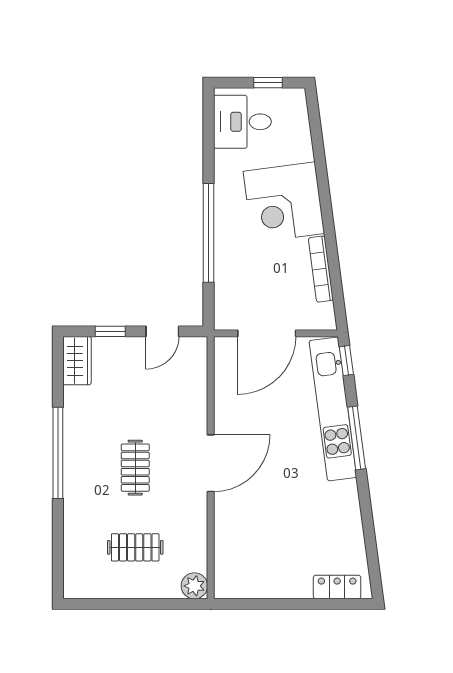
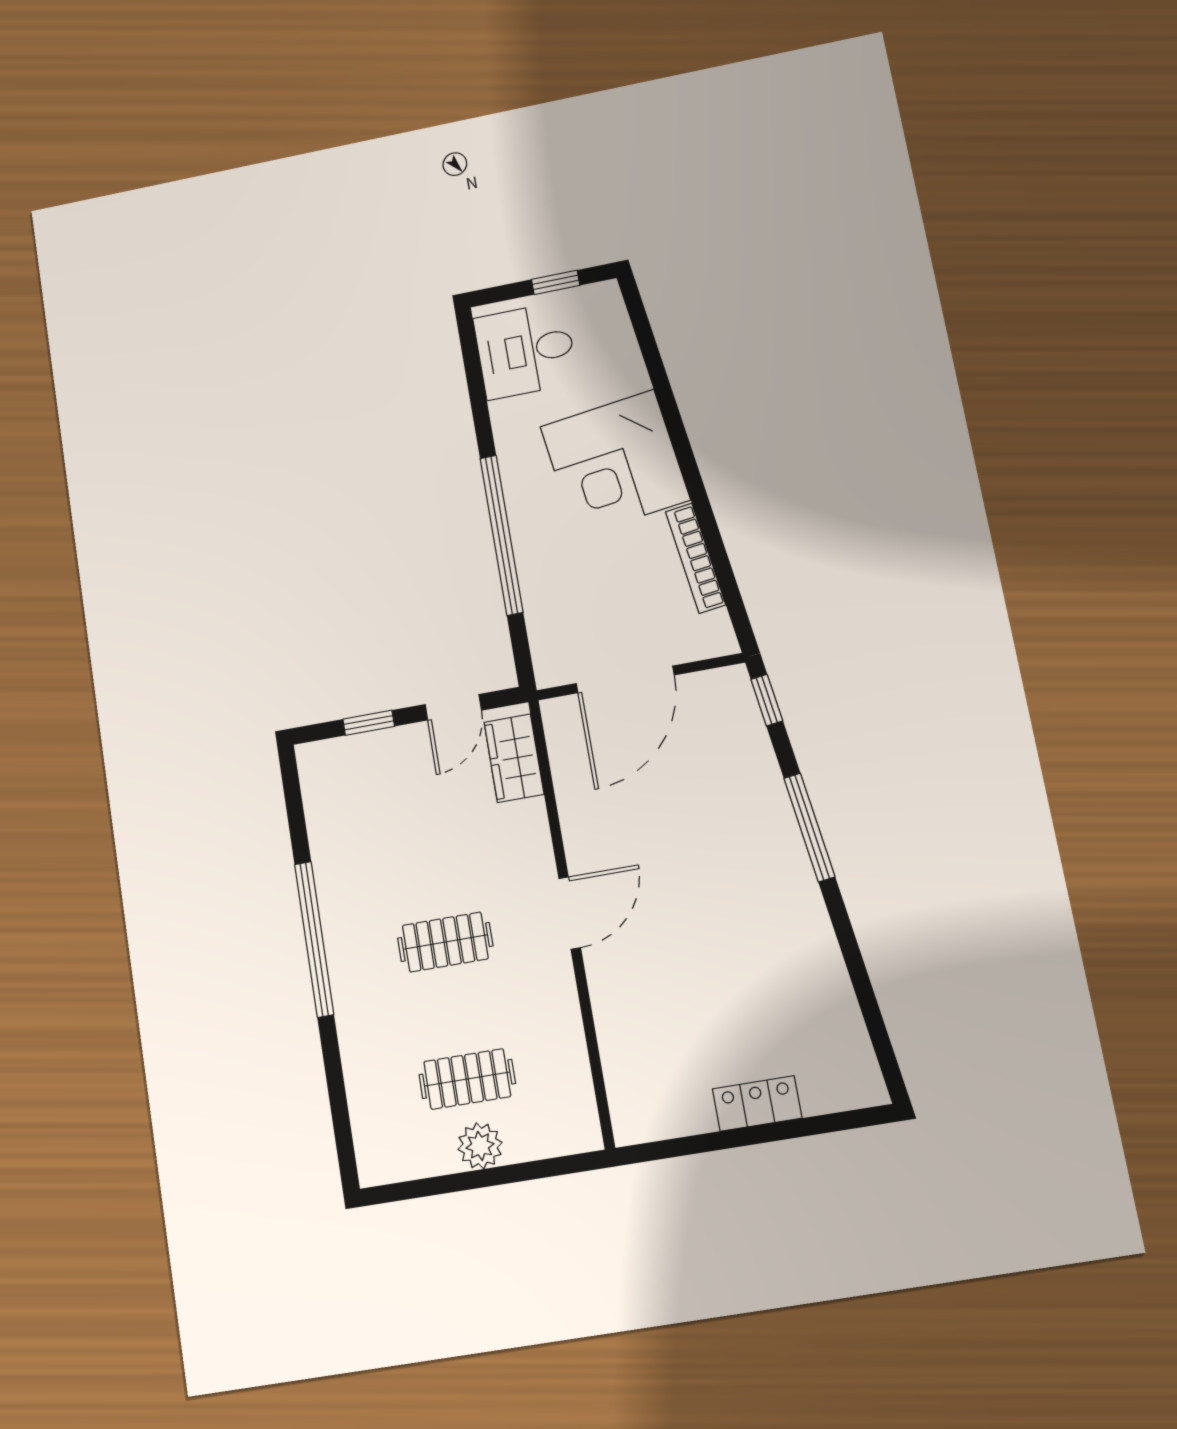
wardrobe: (77, 361) -> (514, 758), moved, turned 180
kitchen unit: (333, 409) -> (760, 785), removed
door: (211, 463) -> (570, 913), width x0.73
clothes rail: (135, 468) -> (445, 942), turned 90
plant: (194, 586) -> (480, 1146), moved
locker: (337, 587) -> (757, 1104), moved

